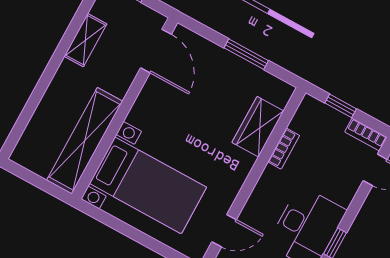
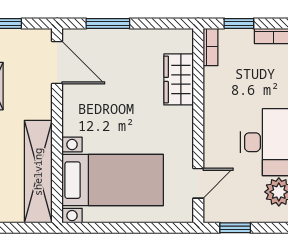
window: (246, 54) -> (108, 23), moved
bookcase: (284, 149) -> (210, 47), moved

